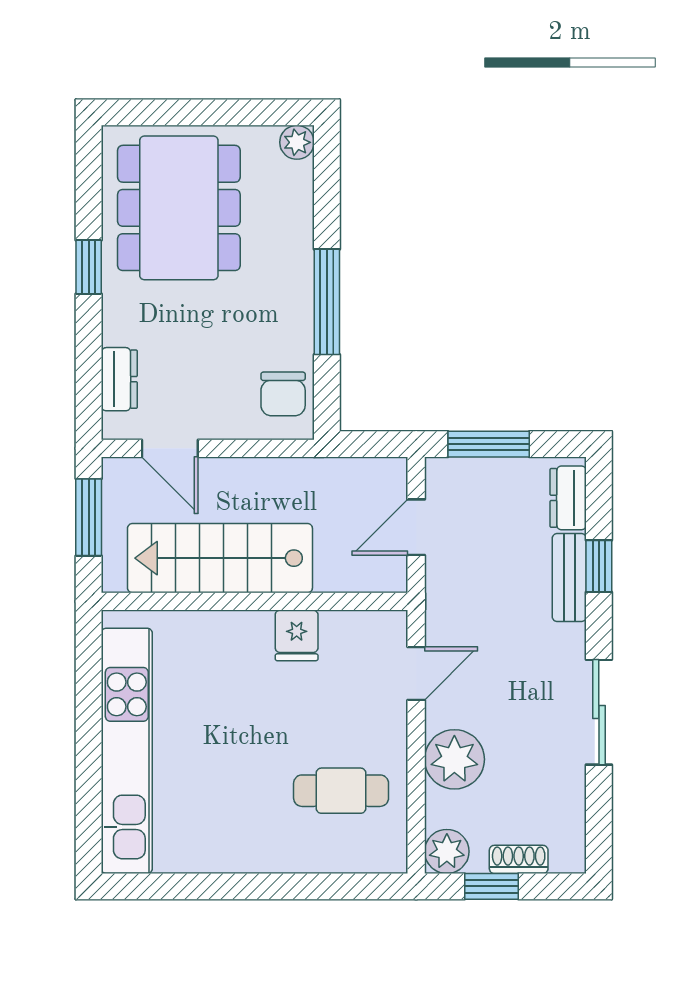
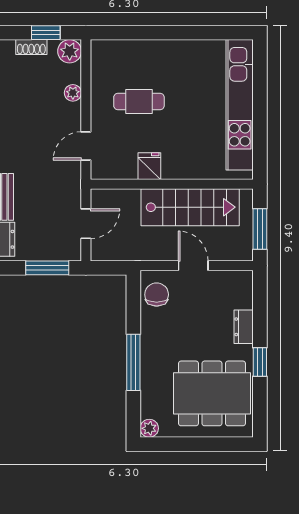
dining table: (179, 208) -> (212, 393), turned 90
window: (327, 302) -> (133, 362), moved
dresser: (119, 379) -> (244, 327), moved
door: (170, 448) -> (193, 266), moved
plant: (454, 759) -> (73, 93), width x0.53, depth x0.53
cafe table: (341, 791) -> (139, 101), moved

